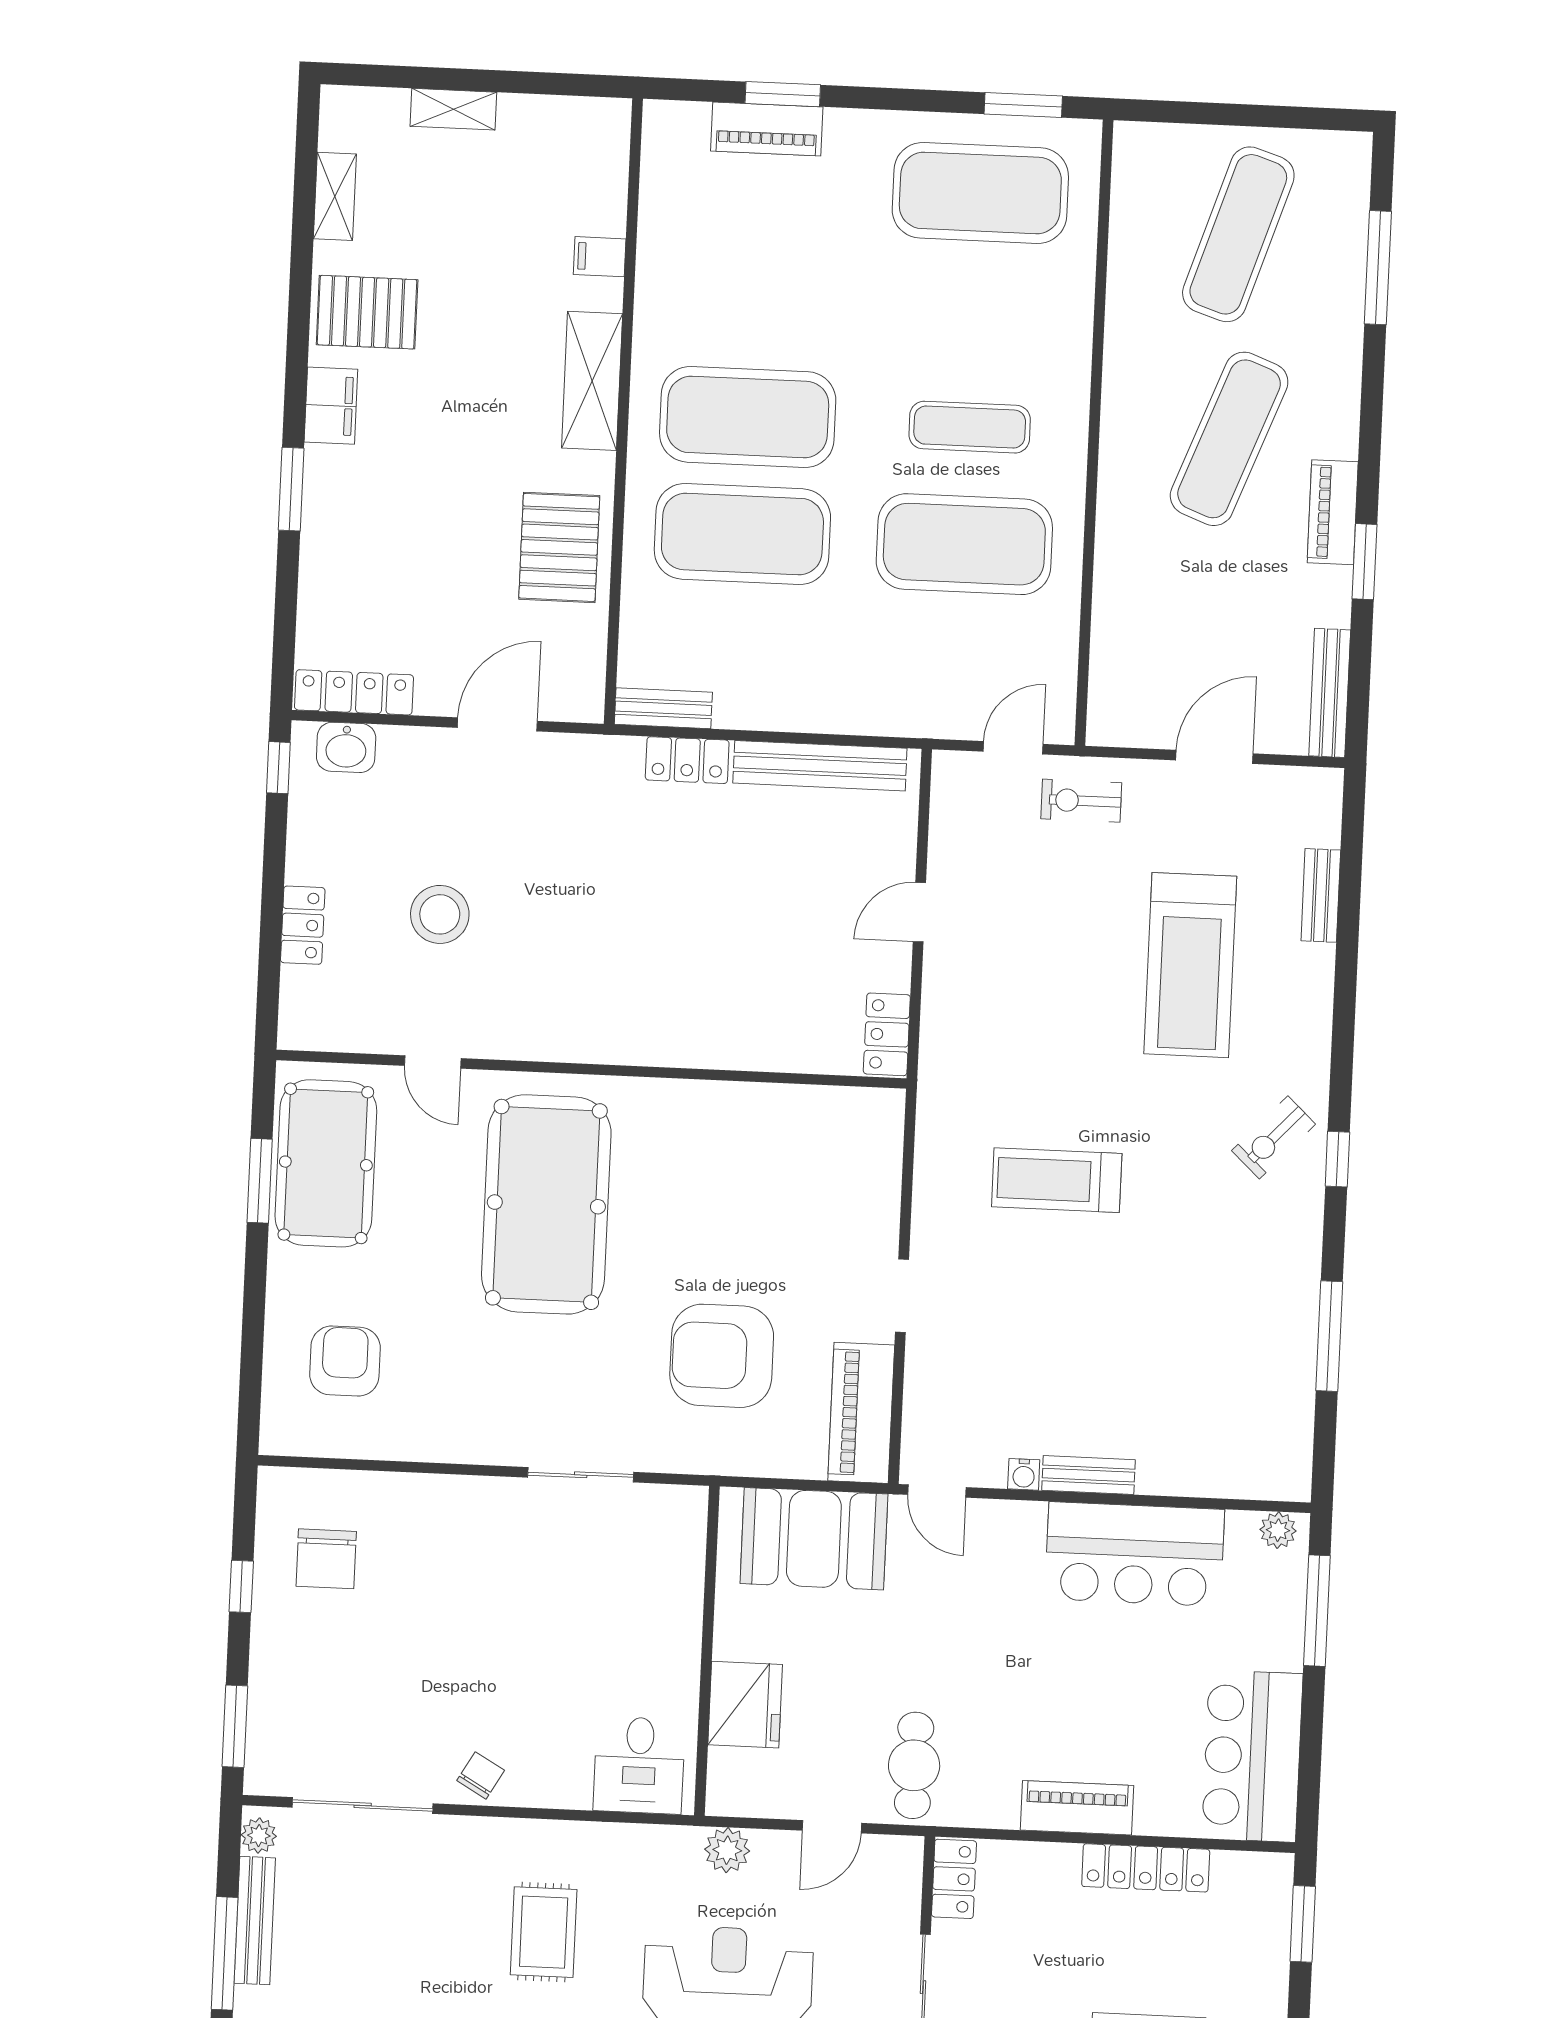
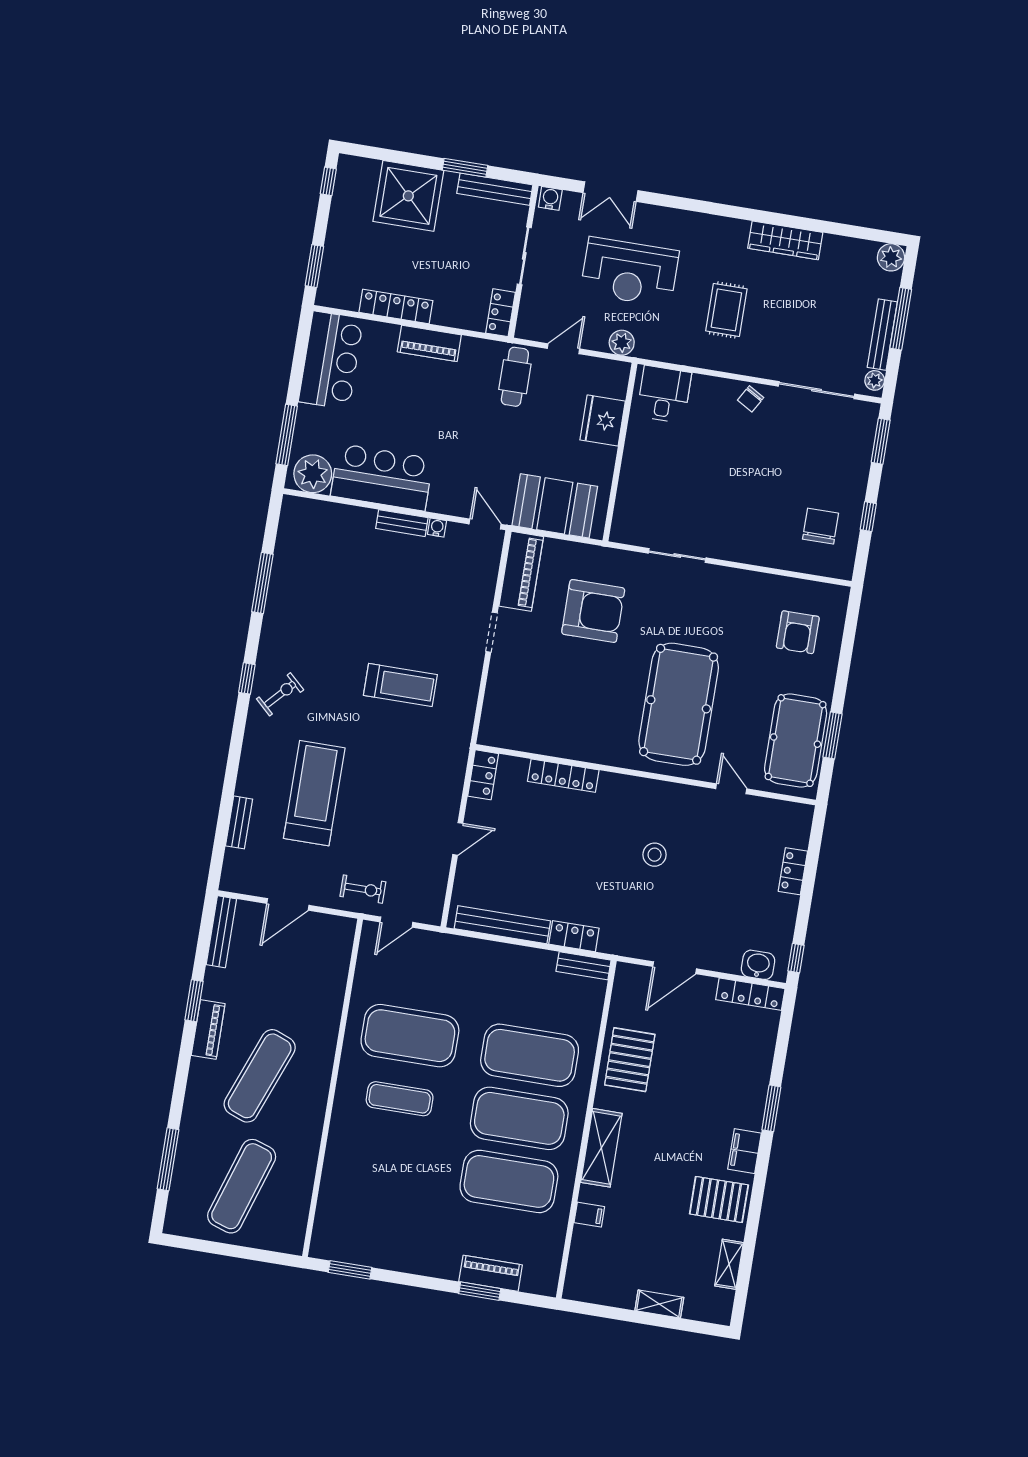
exercise mat: (980, 193) -> (509, 1181), moved
stool: (440, 914) -> (655, 855), moved, width x0.73, depth x0.73
locker: (741, 1050) -> (563, 776), added
plant: (1278, 1530) -> (313, 474), width x1.87, depth x1.87

